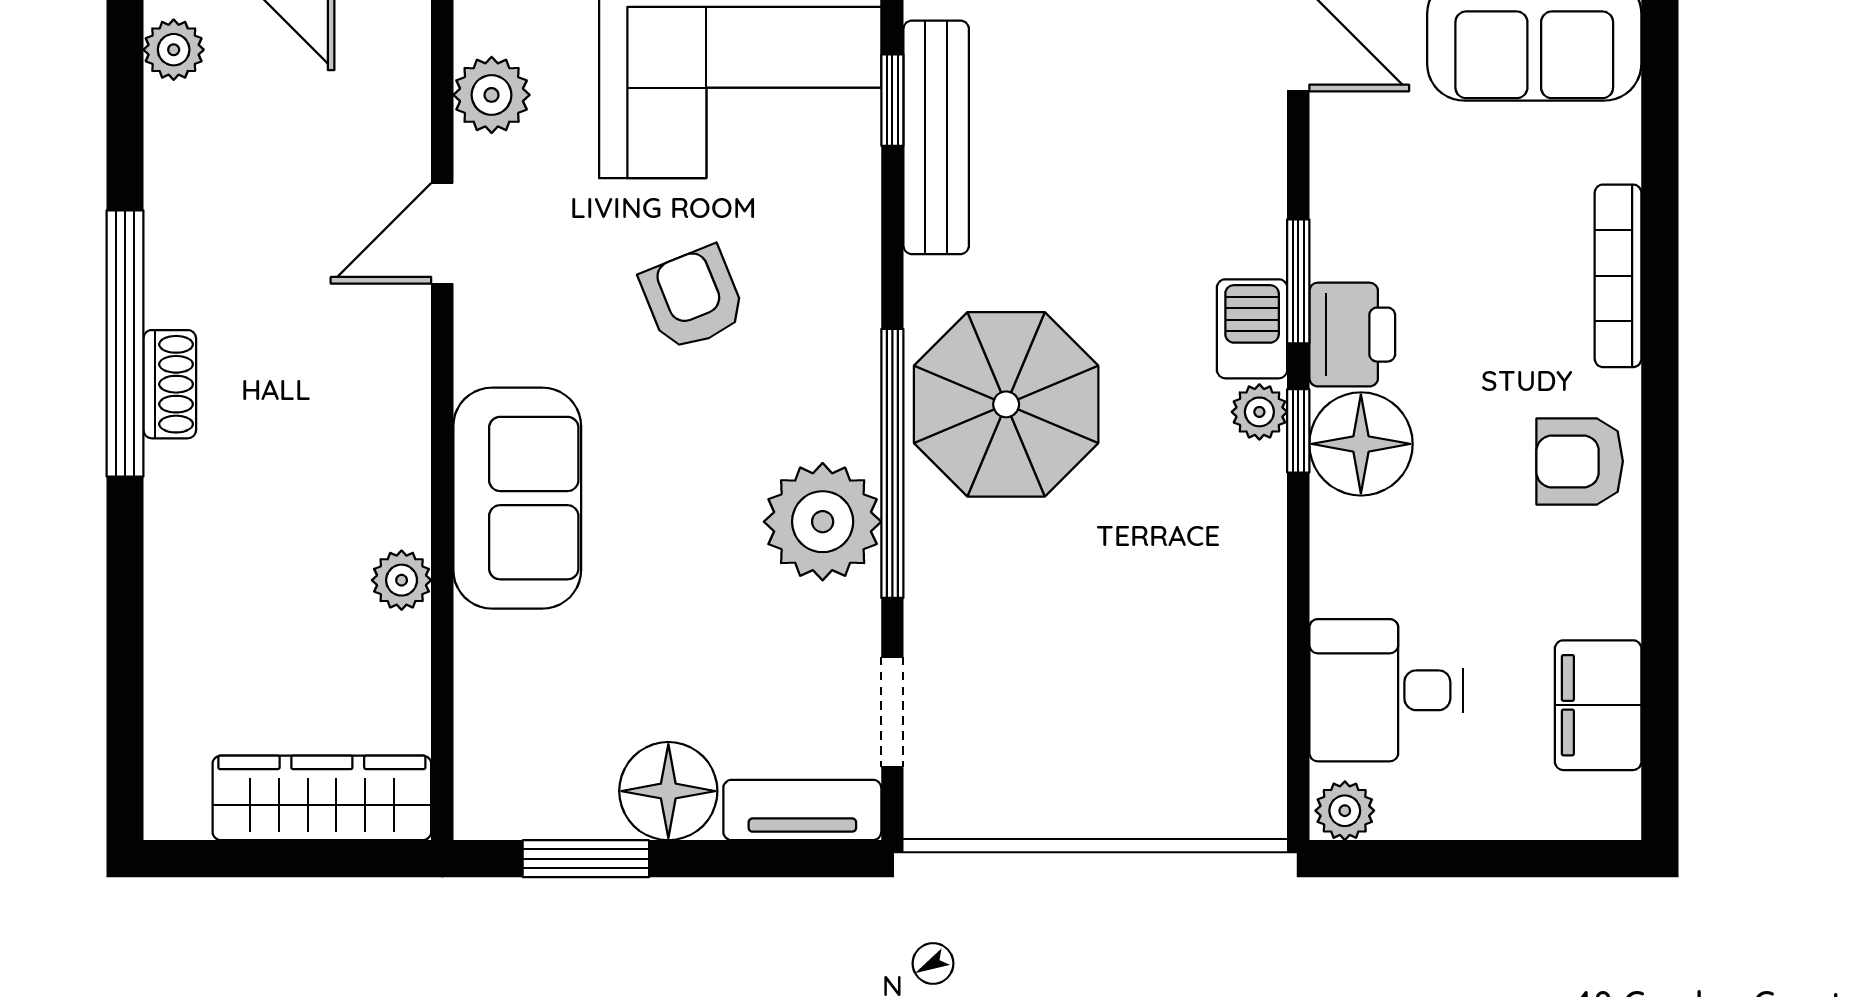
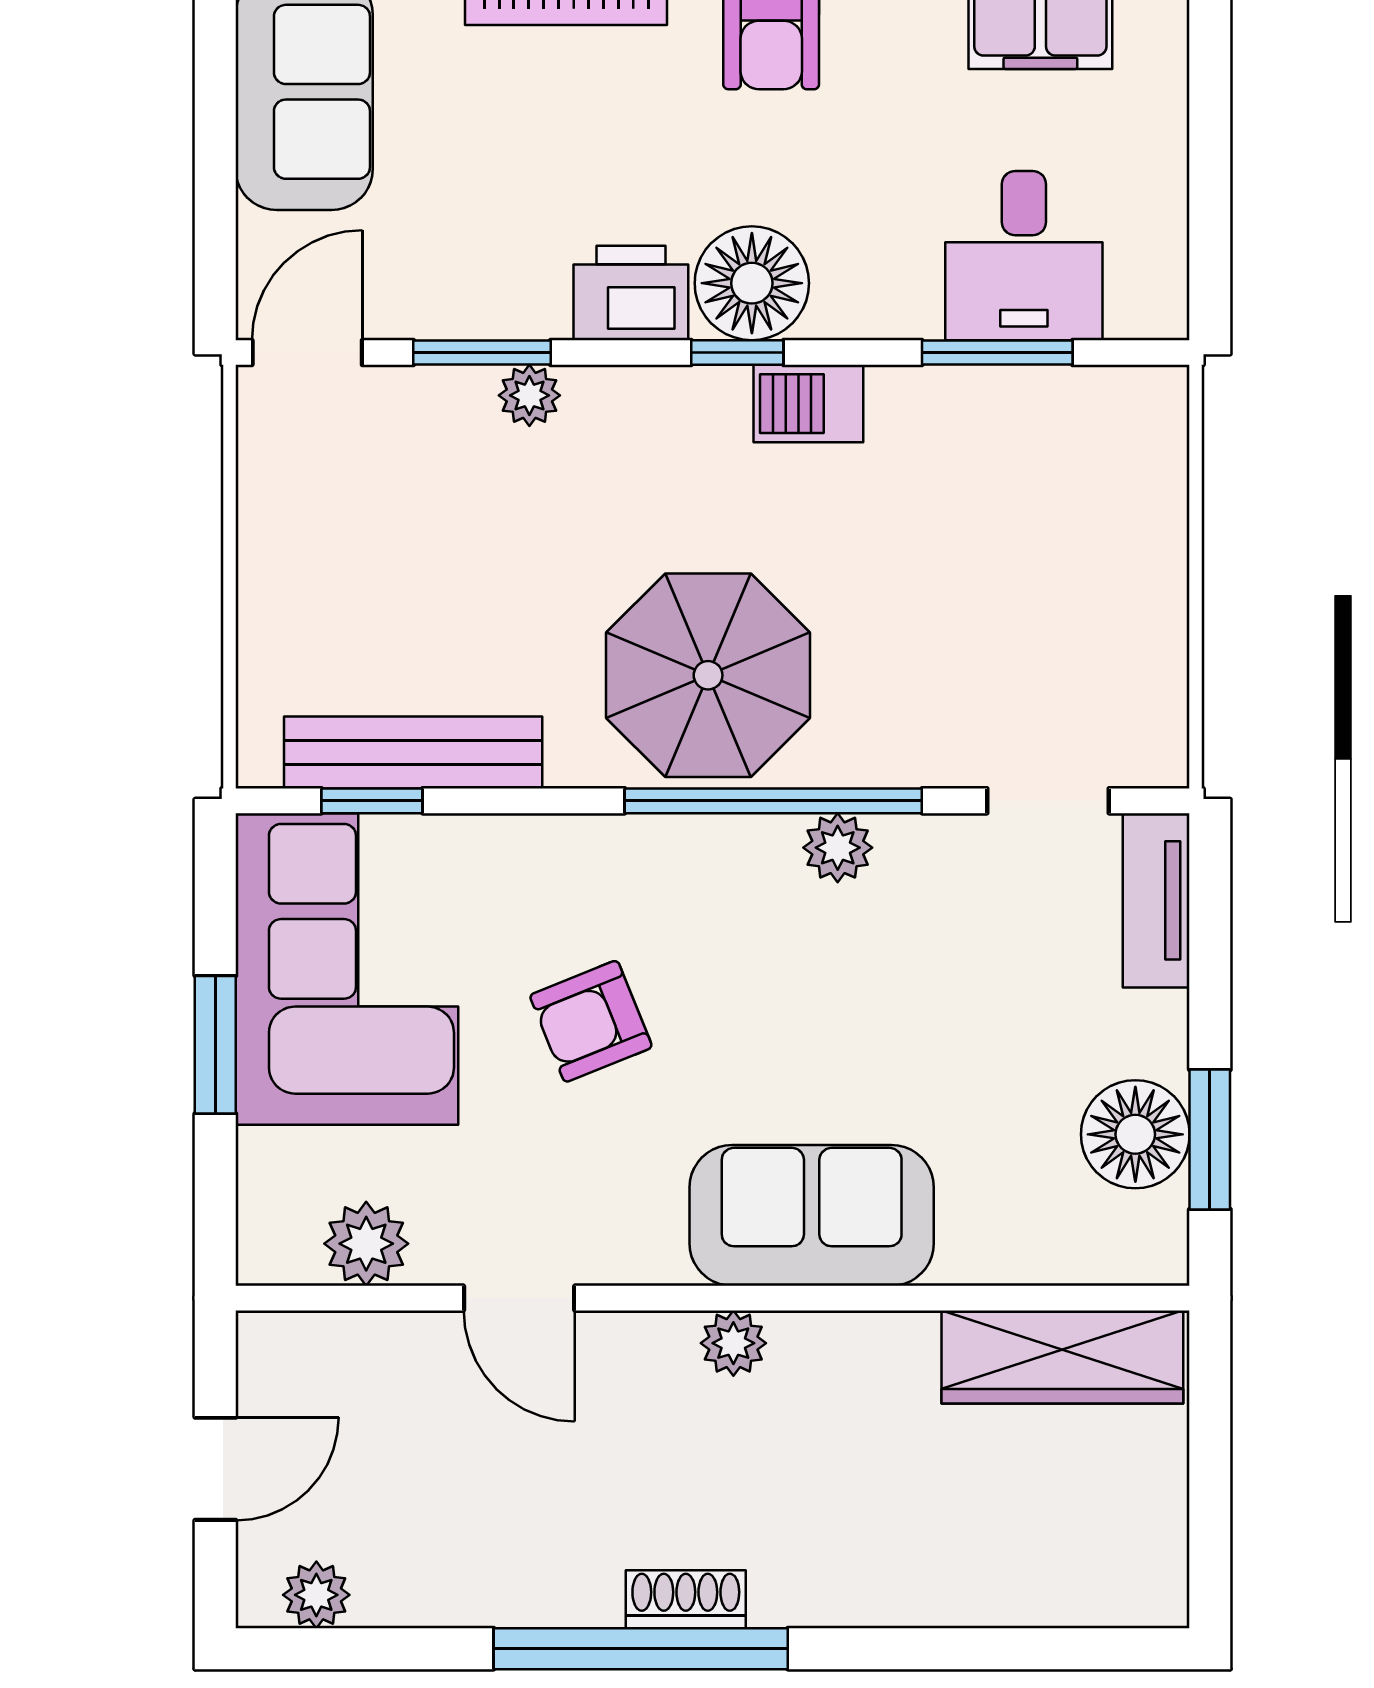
window: (1298, 281) -> (482, 352), moved
barbecue: (1252, 329) -> (808, 404), moved
plant: (1259, 412) -> (529, 395), moved
plant: (823, 522) -> (838, 848), width x0.53, depth x0.53
plant: (402, 580) -> (733, 1343), moved
window: (1298, 666) -> (997, 352), added
floor lamp: (668, 791) -> (1135, 1134), moved
wardrobe: (322, 798) -> (1062, 1357), moved, turned -90
plant: (1345, 811) -> (1157, 301), removed

